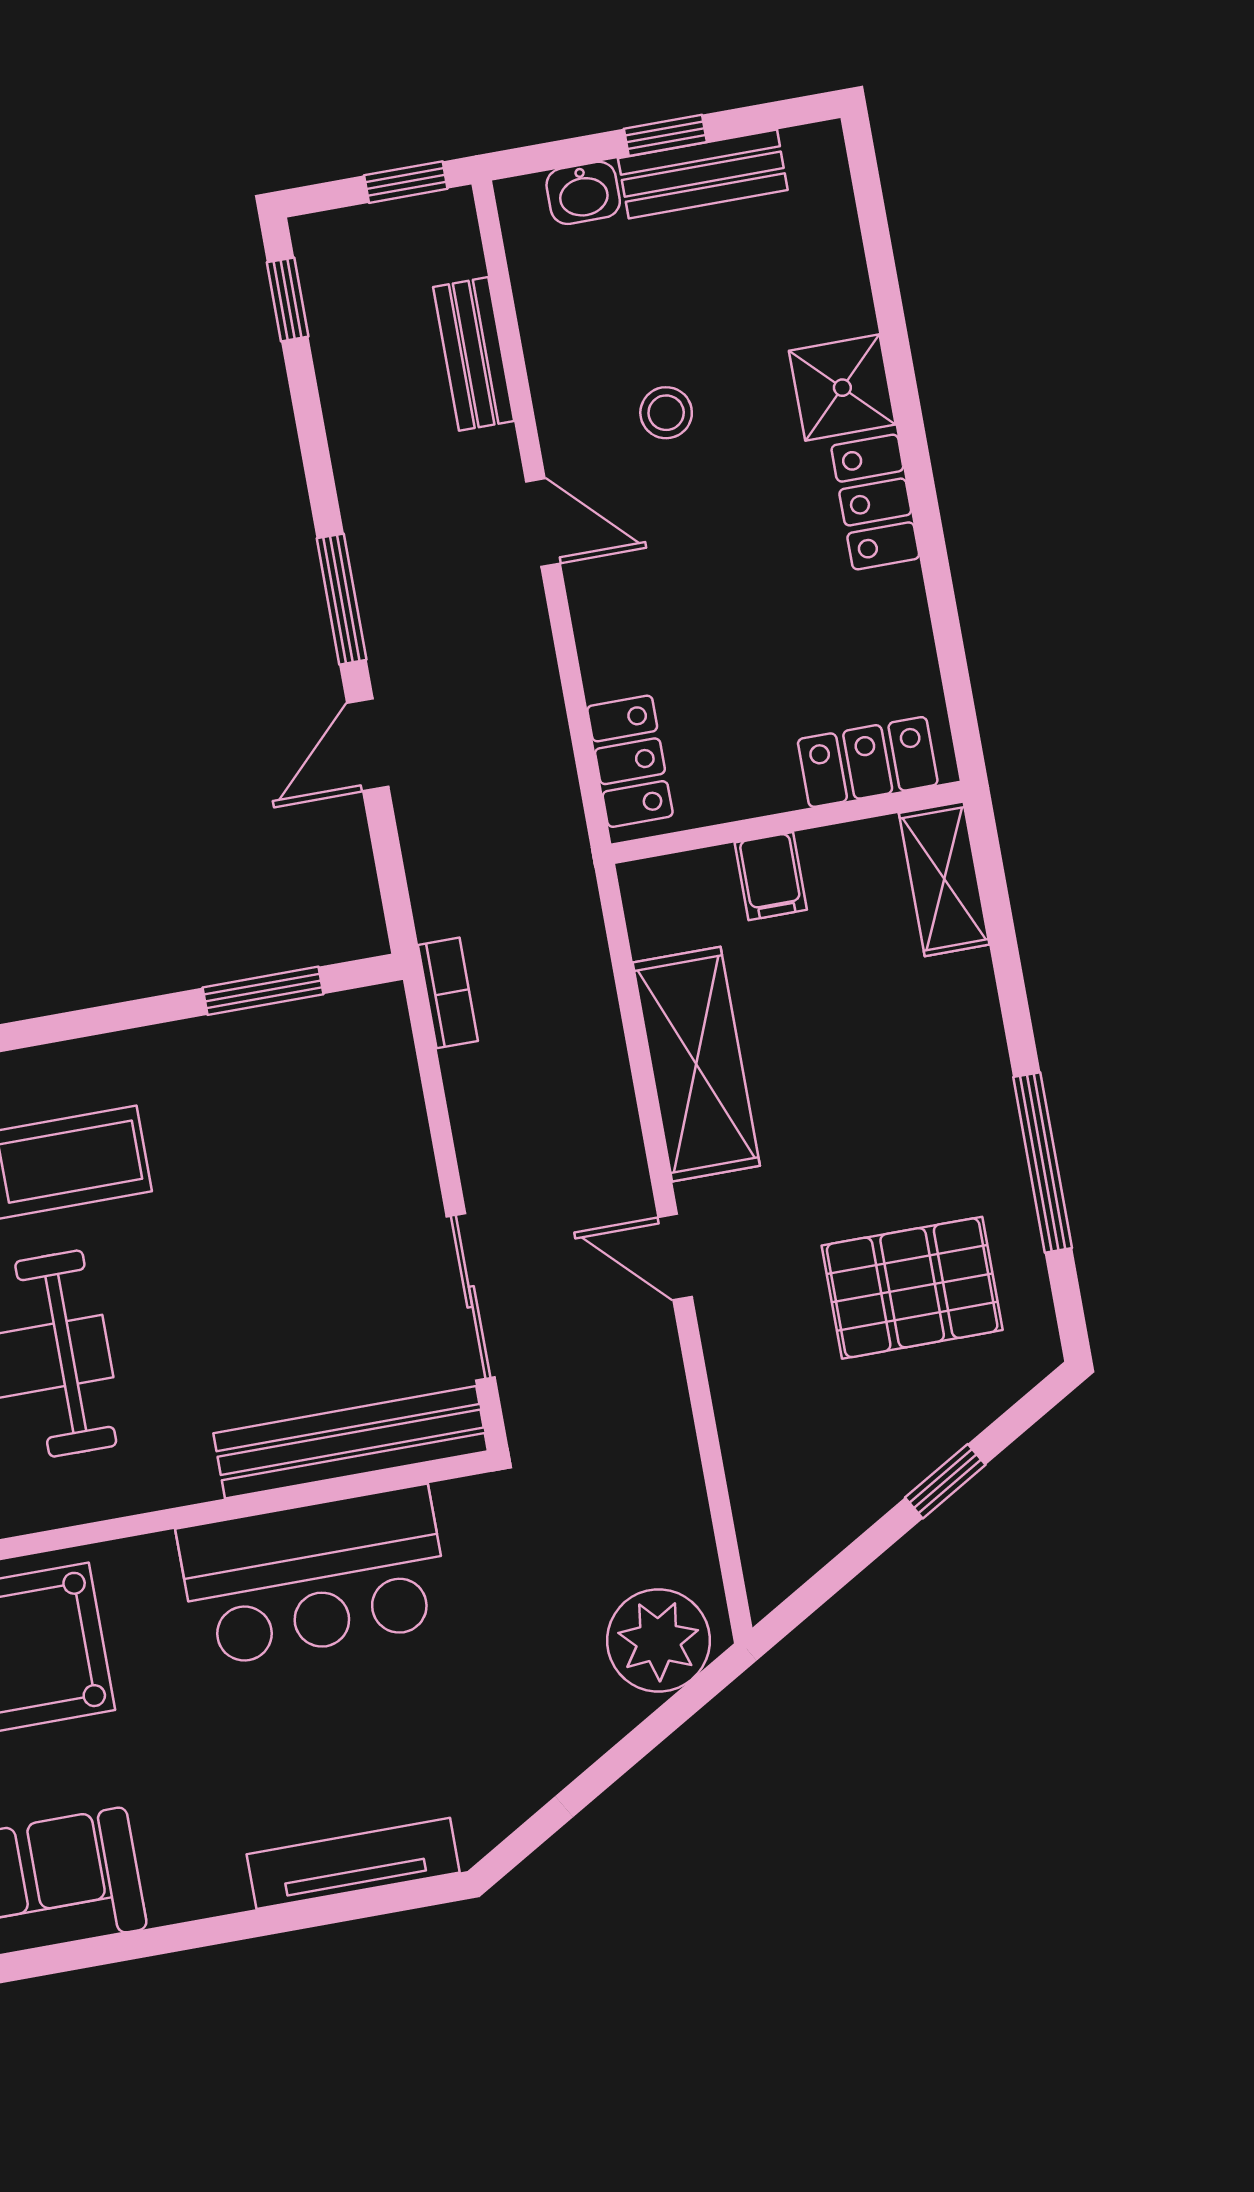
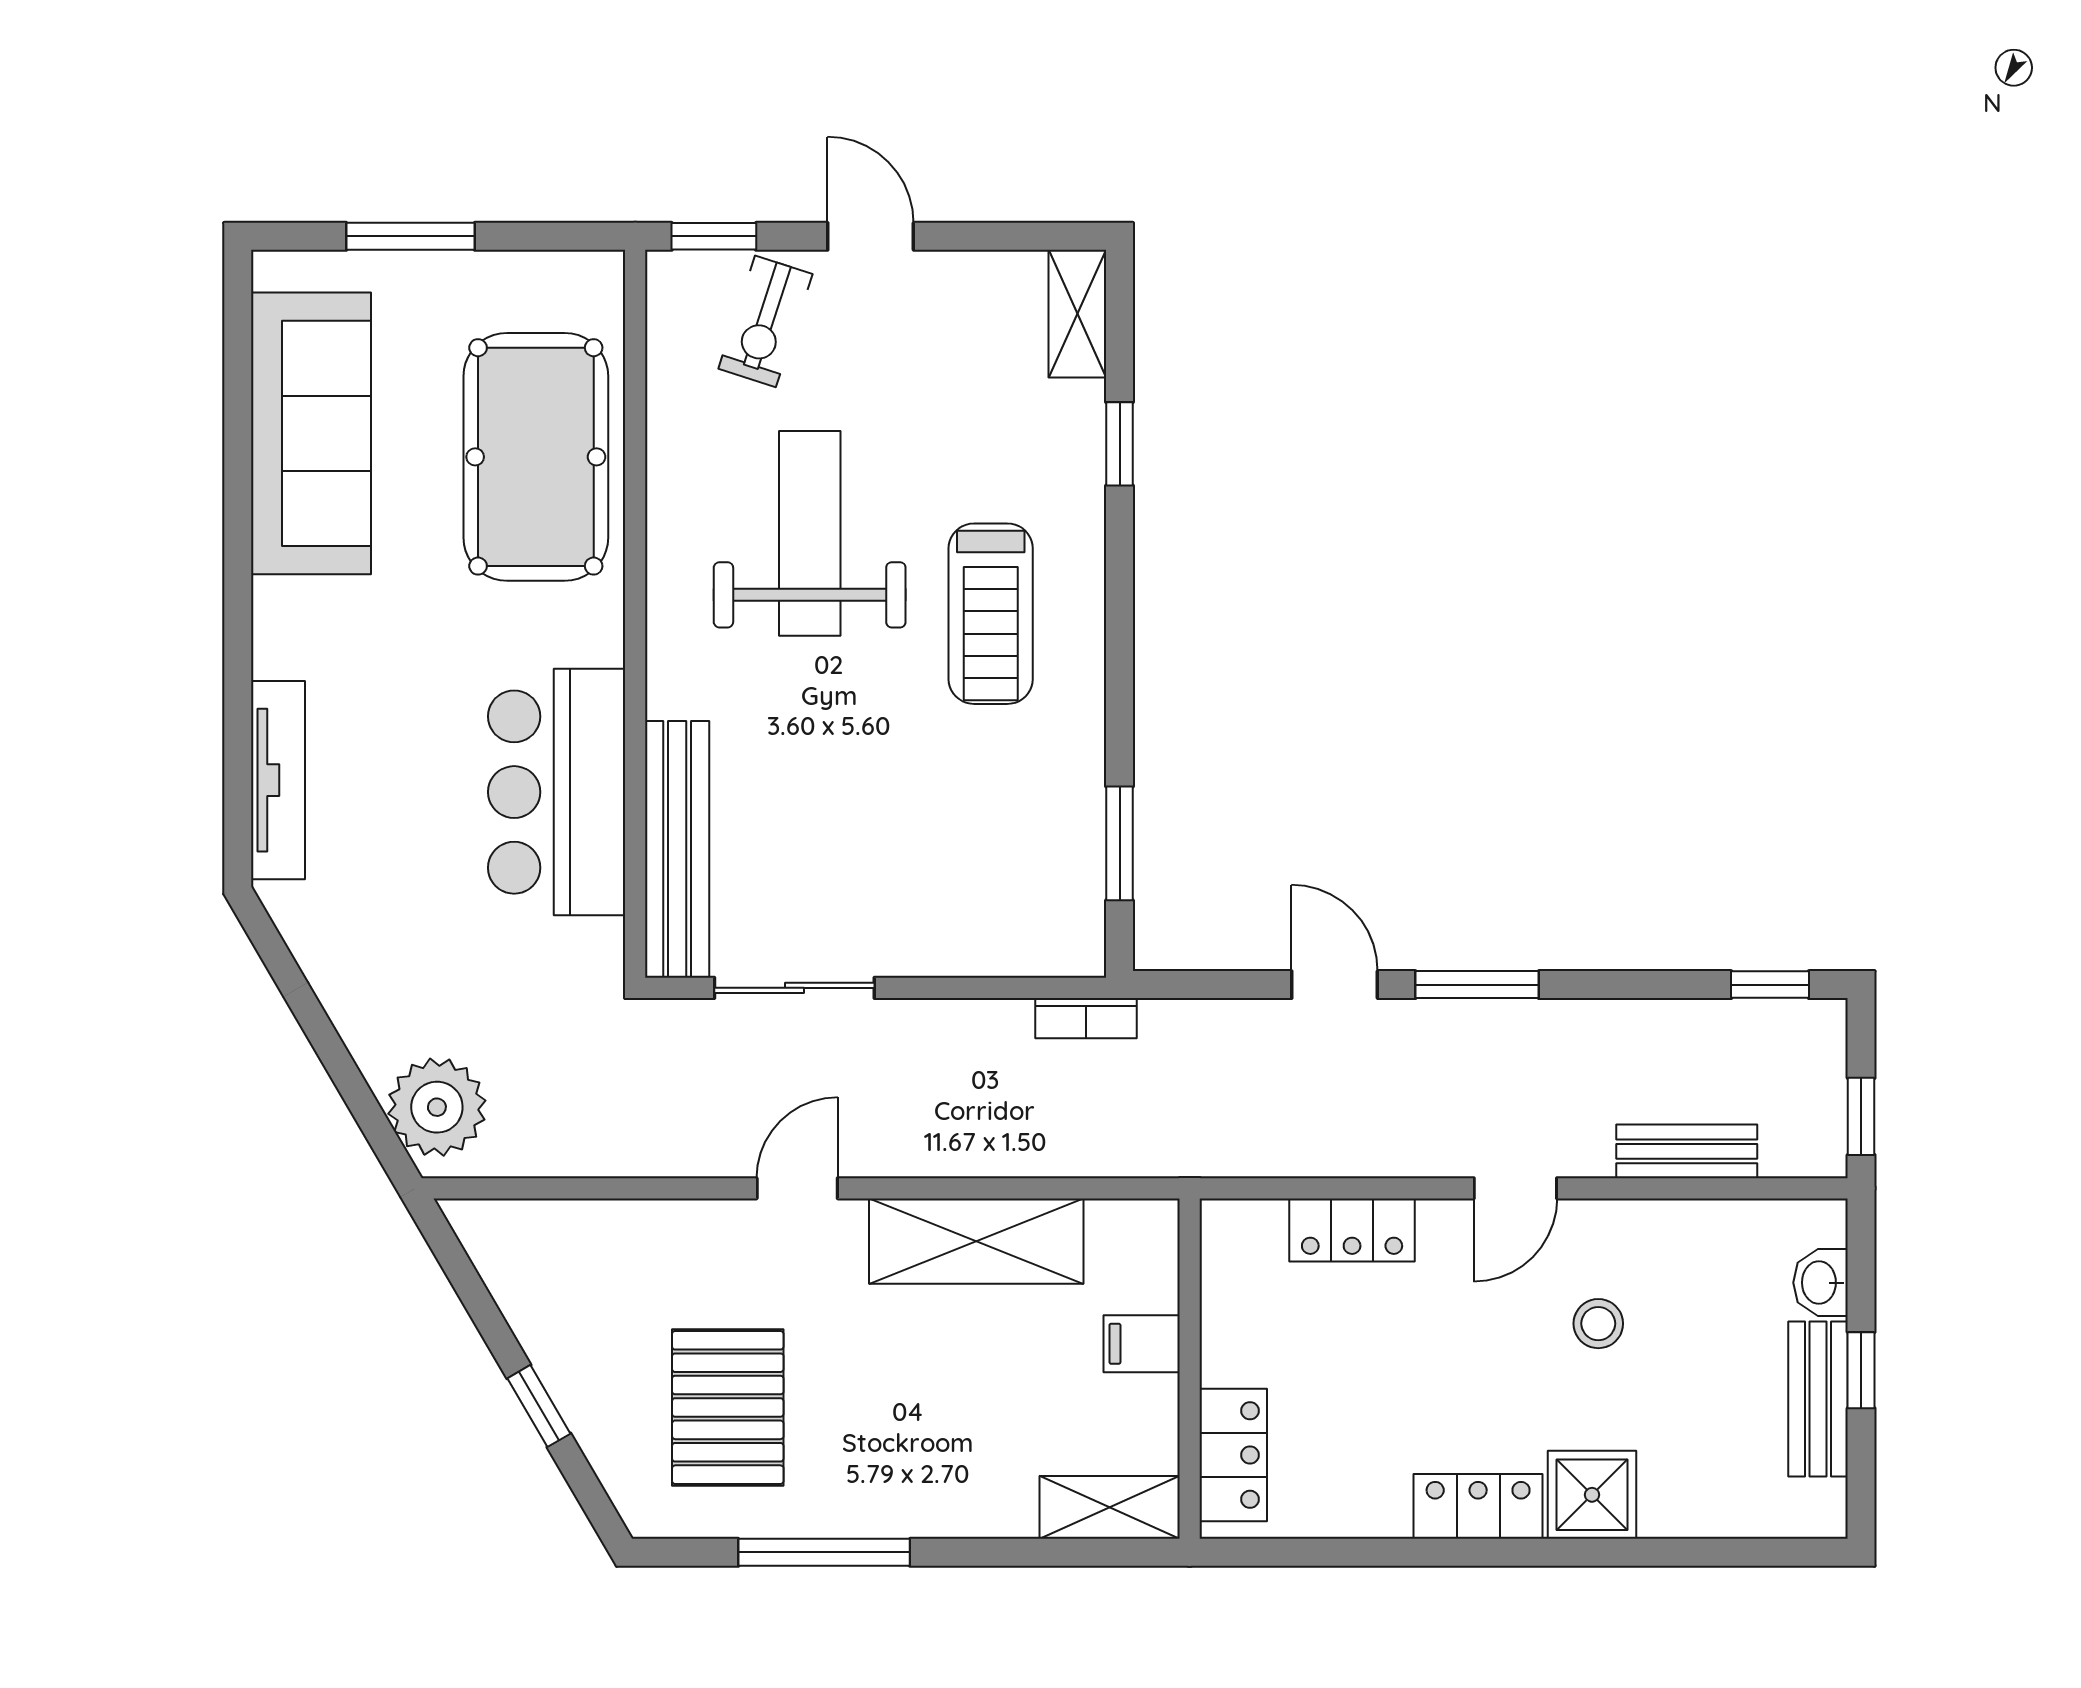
locker: (630, 761) -> (1352, 1230), moved

